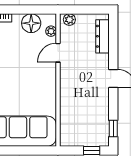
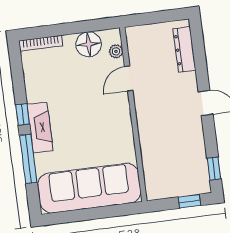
plant: (69, 20) -> (138, 33), removed

